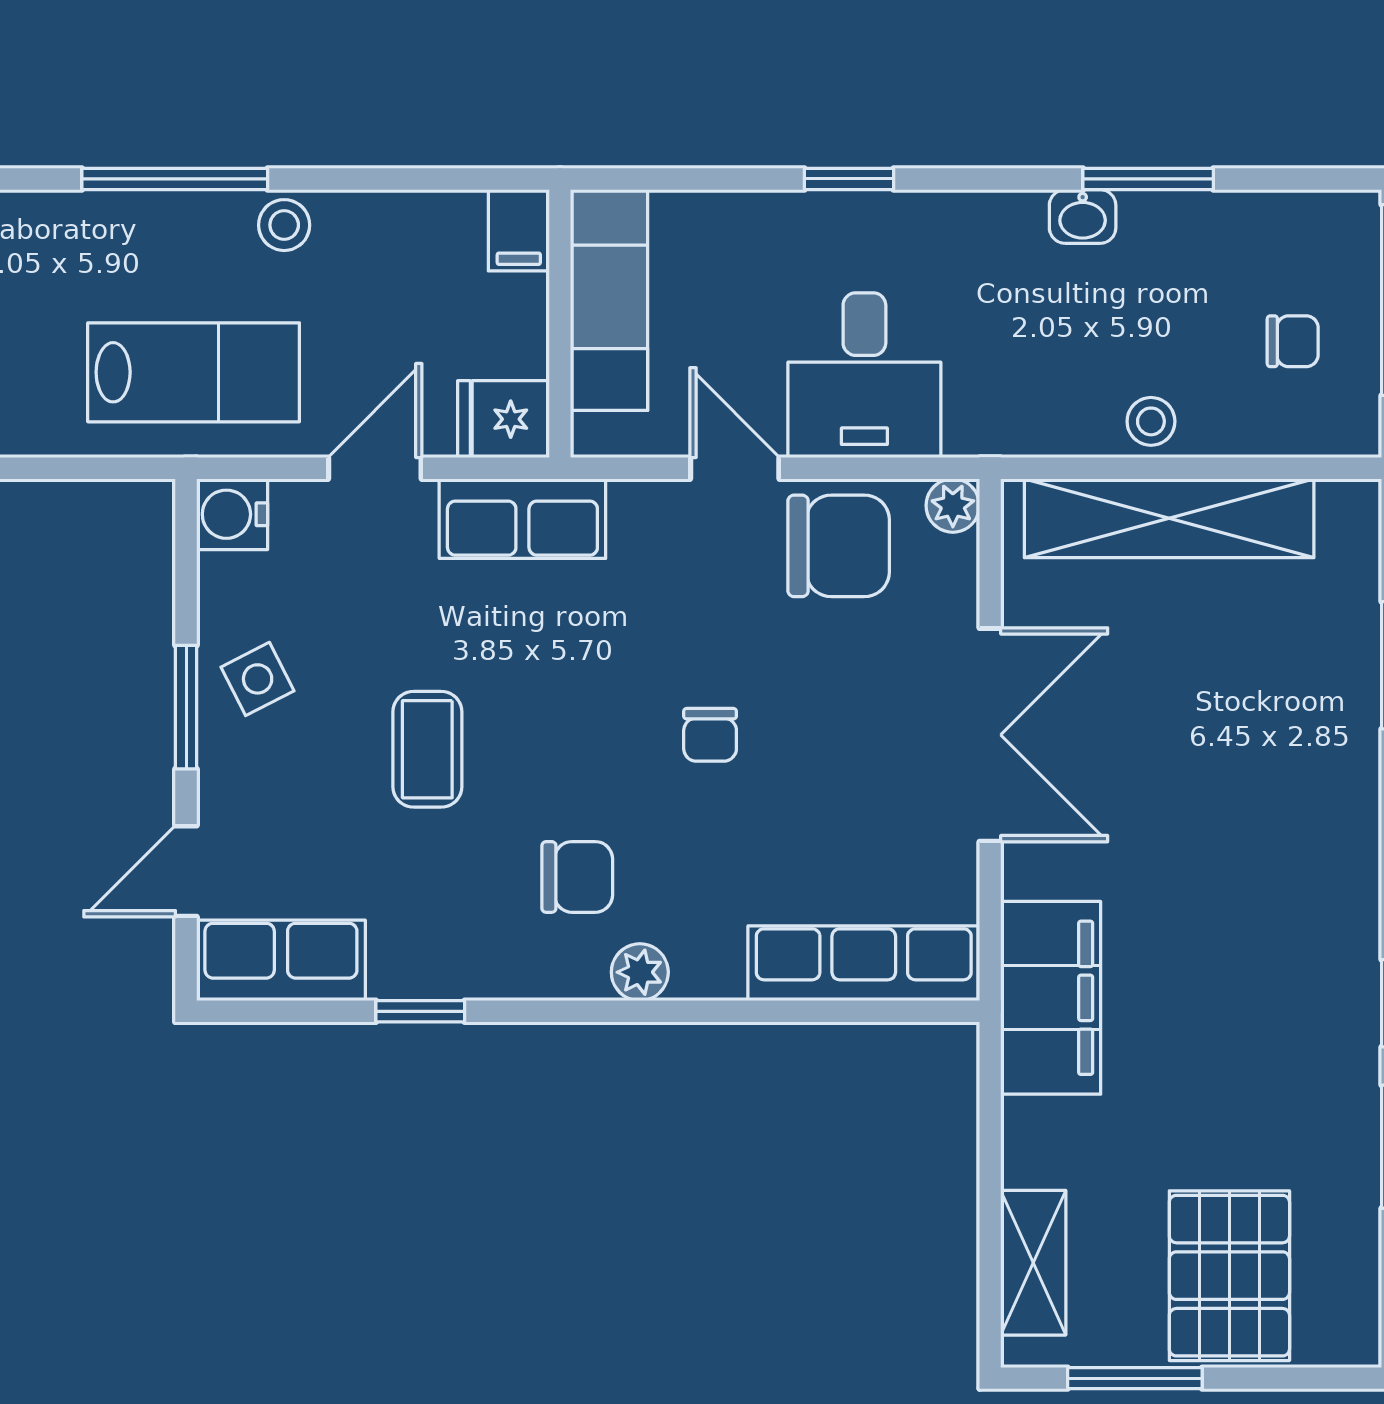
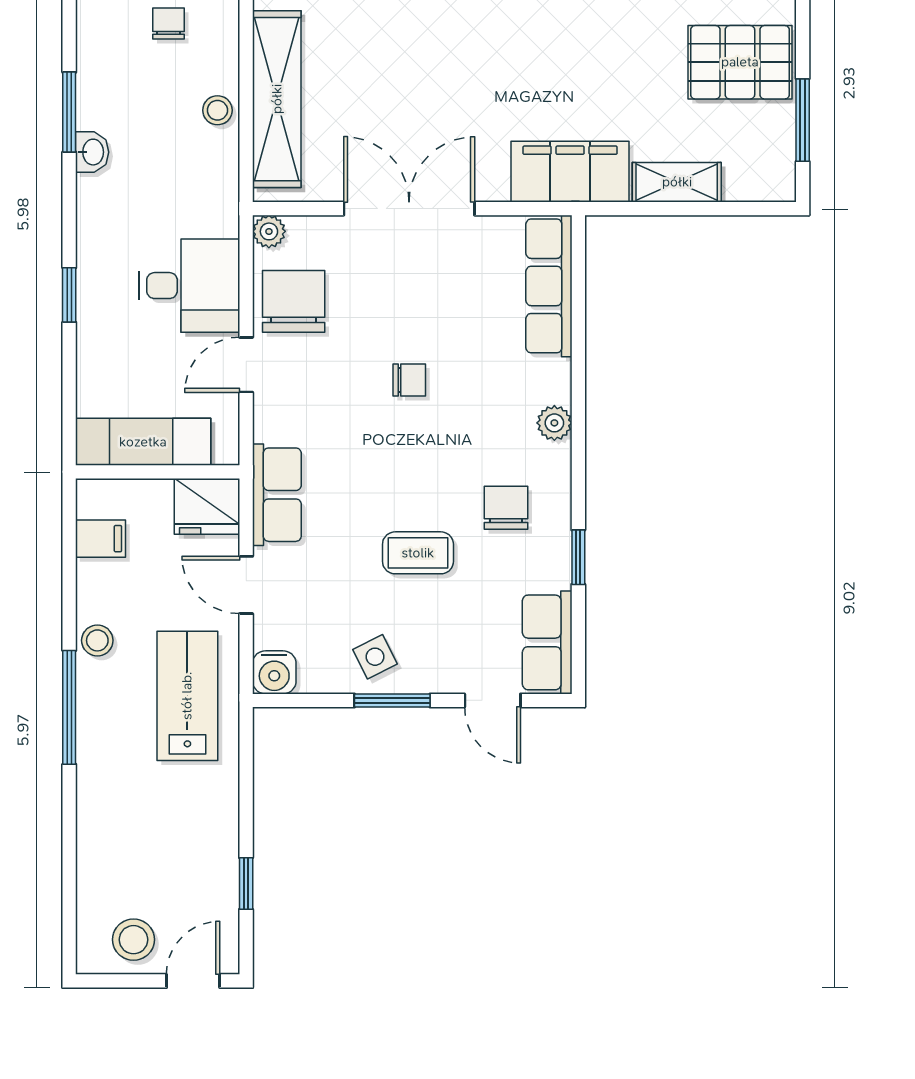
filing cabinet: (519, 230) -> (101, 539), moved
fridge: (503, 419) -> (207, 506), width x1.38
chair: (577, 877) -> (506, 508), moved
shelving: (1033, 1263) -> (677, 182), moved

